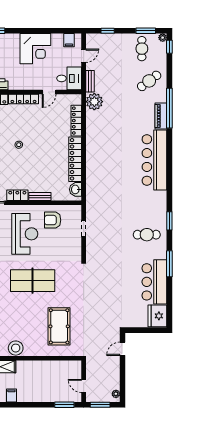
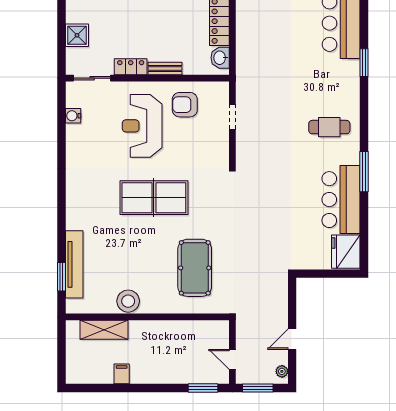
window: (169, 221) -> (364, 63), moved
reception desk: (25, 234) -> (142, 126), turned 180
door: (123, 349) -> (292, 339), moved

